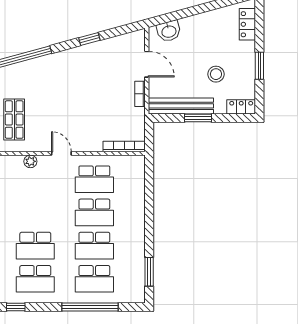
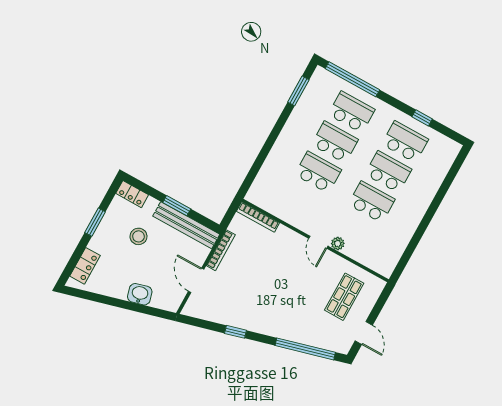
washbasin: (169, 31) -> (140, 294), moved
bookcase: (140, 94) -> (221, 250), width x1.56
plant: (30, 161) -> (338, 243), moved
school desk: (94, 179) -> (372, 202), moved
window: (16, 307) -> (422, 118), moved
window: (90, 307) -> (352, 79), moved

